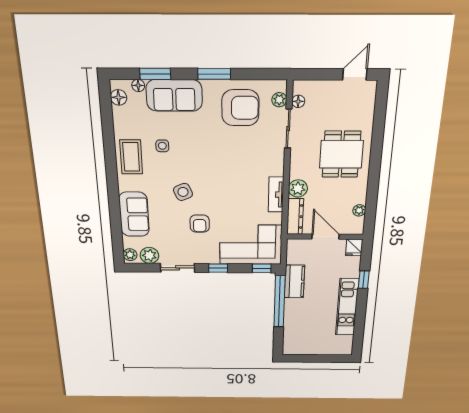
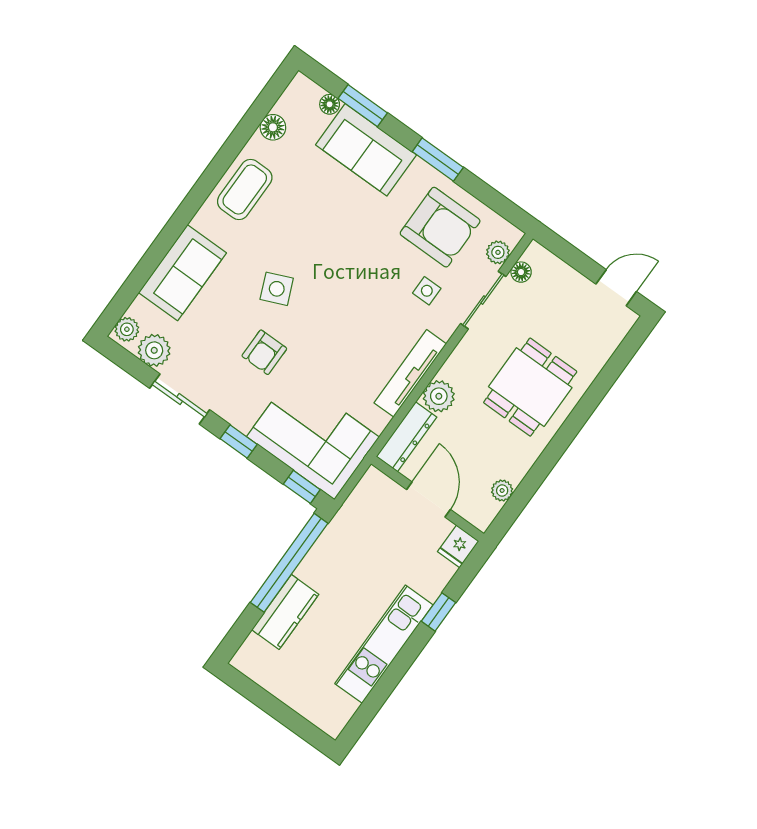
floor lamp: (119, 97) -> (273, 127), moved
side table: (162, 146) -> (427, 291), moved
tv unit: (276, 195) -> (410, 373), width x1.41
kitchen counter: (294, 282) -> (285, 612), moved

